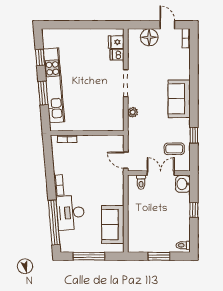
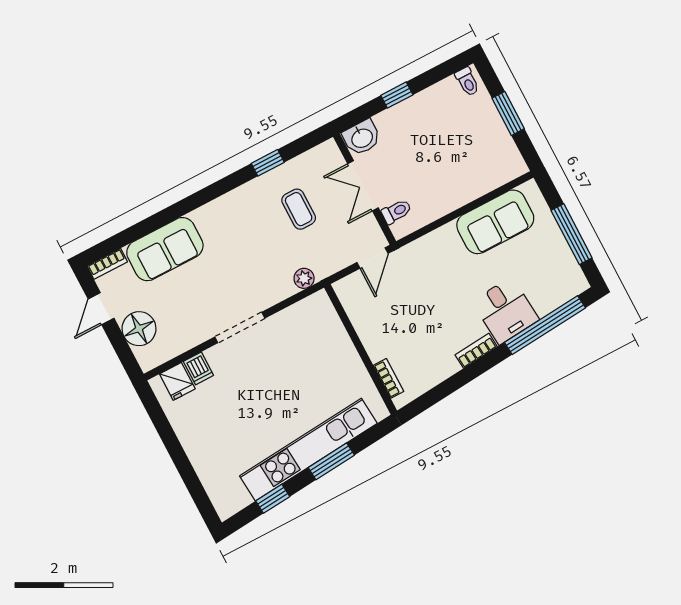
sofa: (179, 99) -> (165, 249), moved
plant: (133, 112) -> (304, 278), moved
coffee table: (174, 149) -> (299, 209), moved
desk: (70, 213) -> (505, 311), width x0.73

